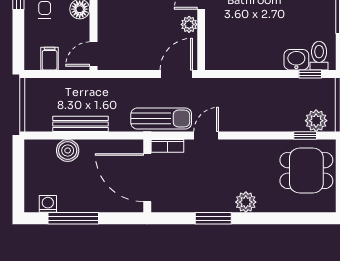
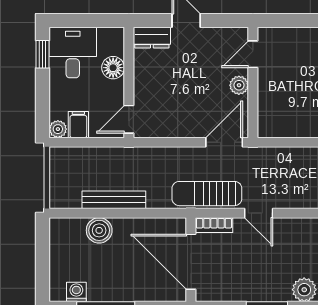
plant: (32, 63) -> (58, 129), added
sun lounger: (161, 118) -> (207, 194), turned 180
door: (206, 136) -> (259, 213), swing flipped

